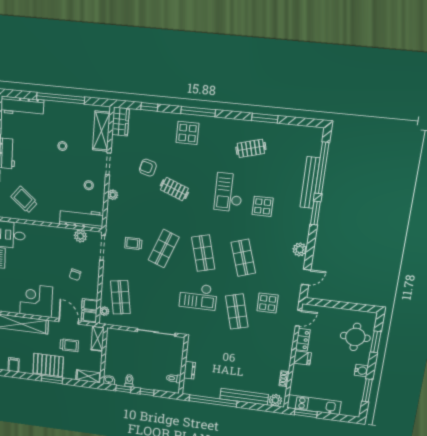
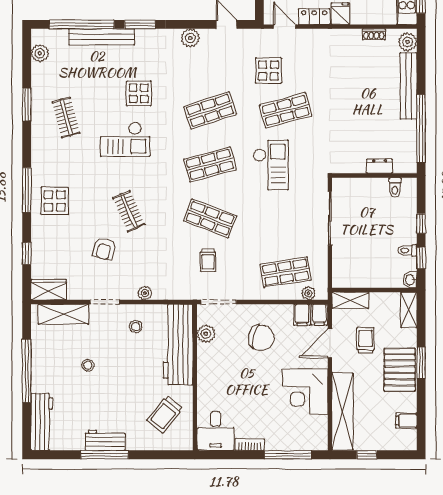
plant: (304, 133) -> (40, 53), added
clothes rail: (174, 189) -> (129, 211), turned -45
workbench: (81, 218) -> (178, 345), width x1.36, depth x1.32
chair: (75, 275) -> (261, 338), width x1.87, depth x1.87

